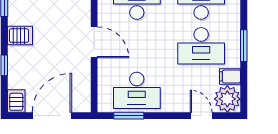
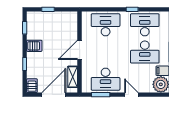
door: (94, 42) -> (80, 50), swing flipped
shelving: (83, 86) -> (73, 77), added
door: (201, 116) -> (131, 95), moved

